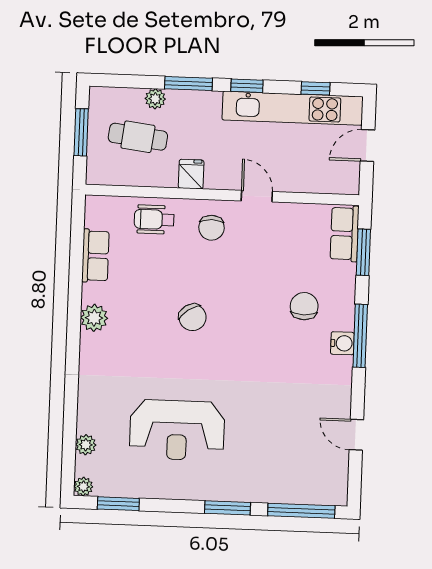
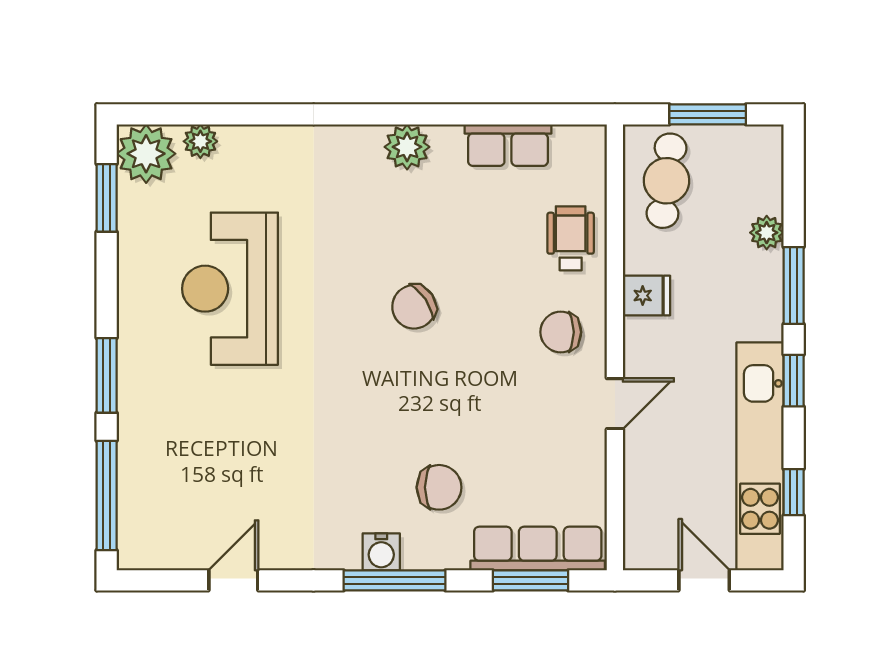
cafe table: (138, 137) -> (667, 181), moved
row of seats: (345, 234) -> (538, 549), width x1.48
plant: (83, 487) -> (146, 154), width x1.88, depth x1.88

